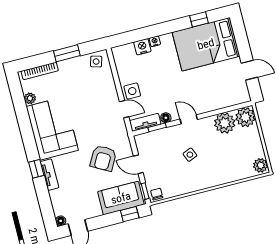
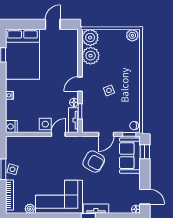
nightstand: (142, 47) -> (11, 126), moved
side table: (96, 61) -> (12, 169), moved

